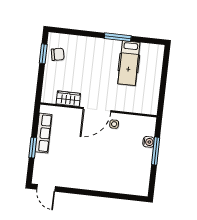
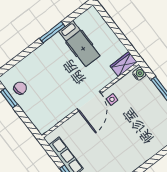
wardrobe: (68, 99) -> (124, 64), moved
water cooler: (149, 142) -> (139, 74), moved

